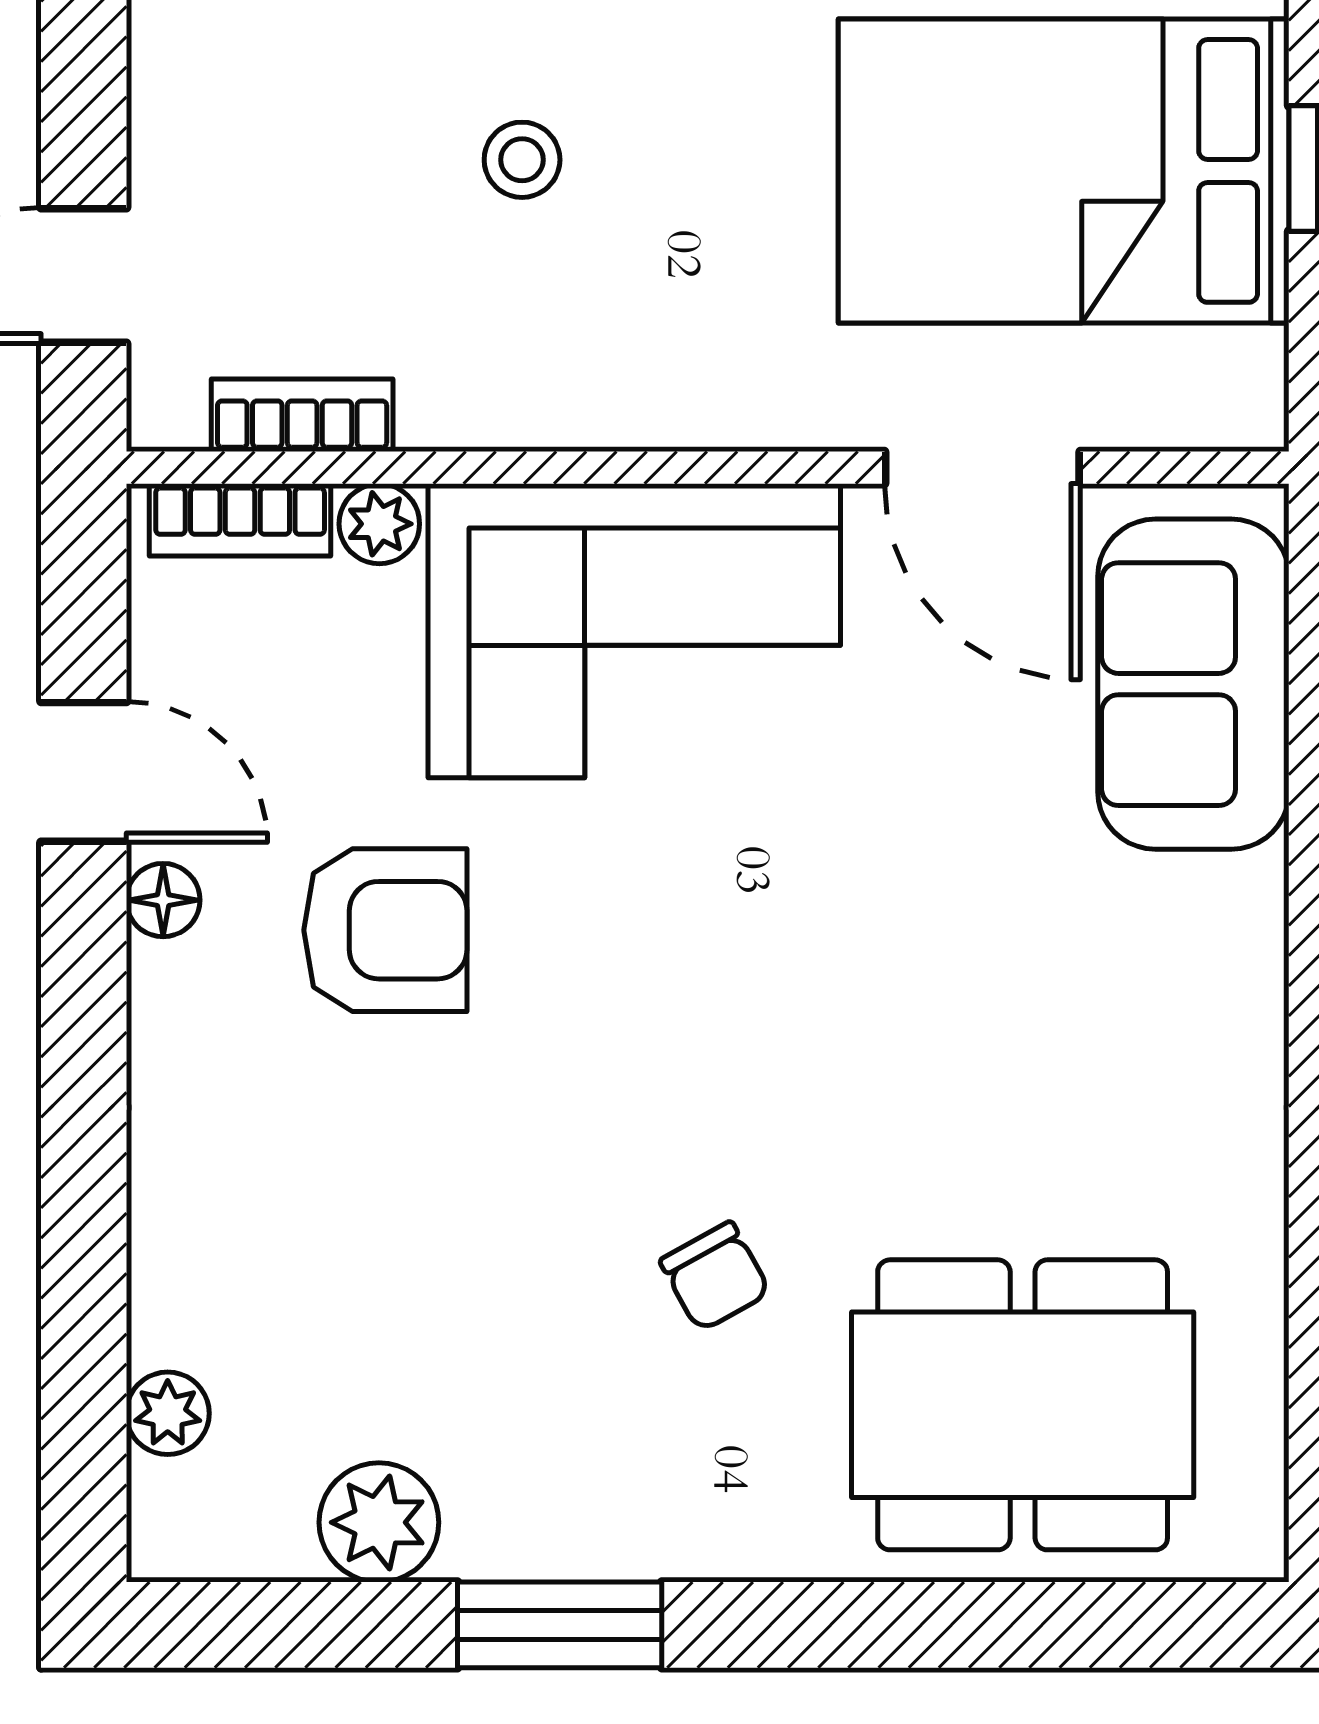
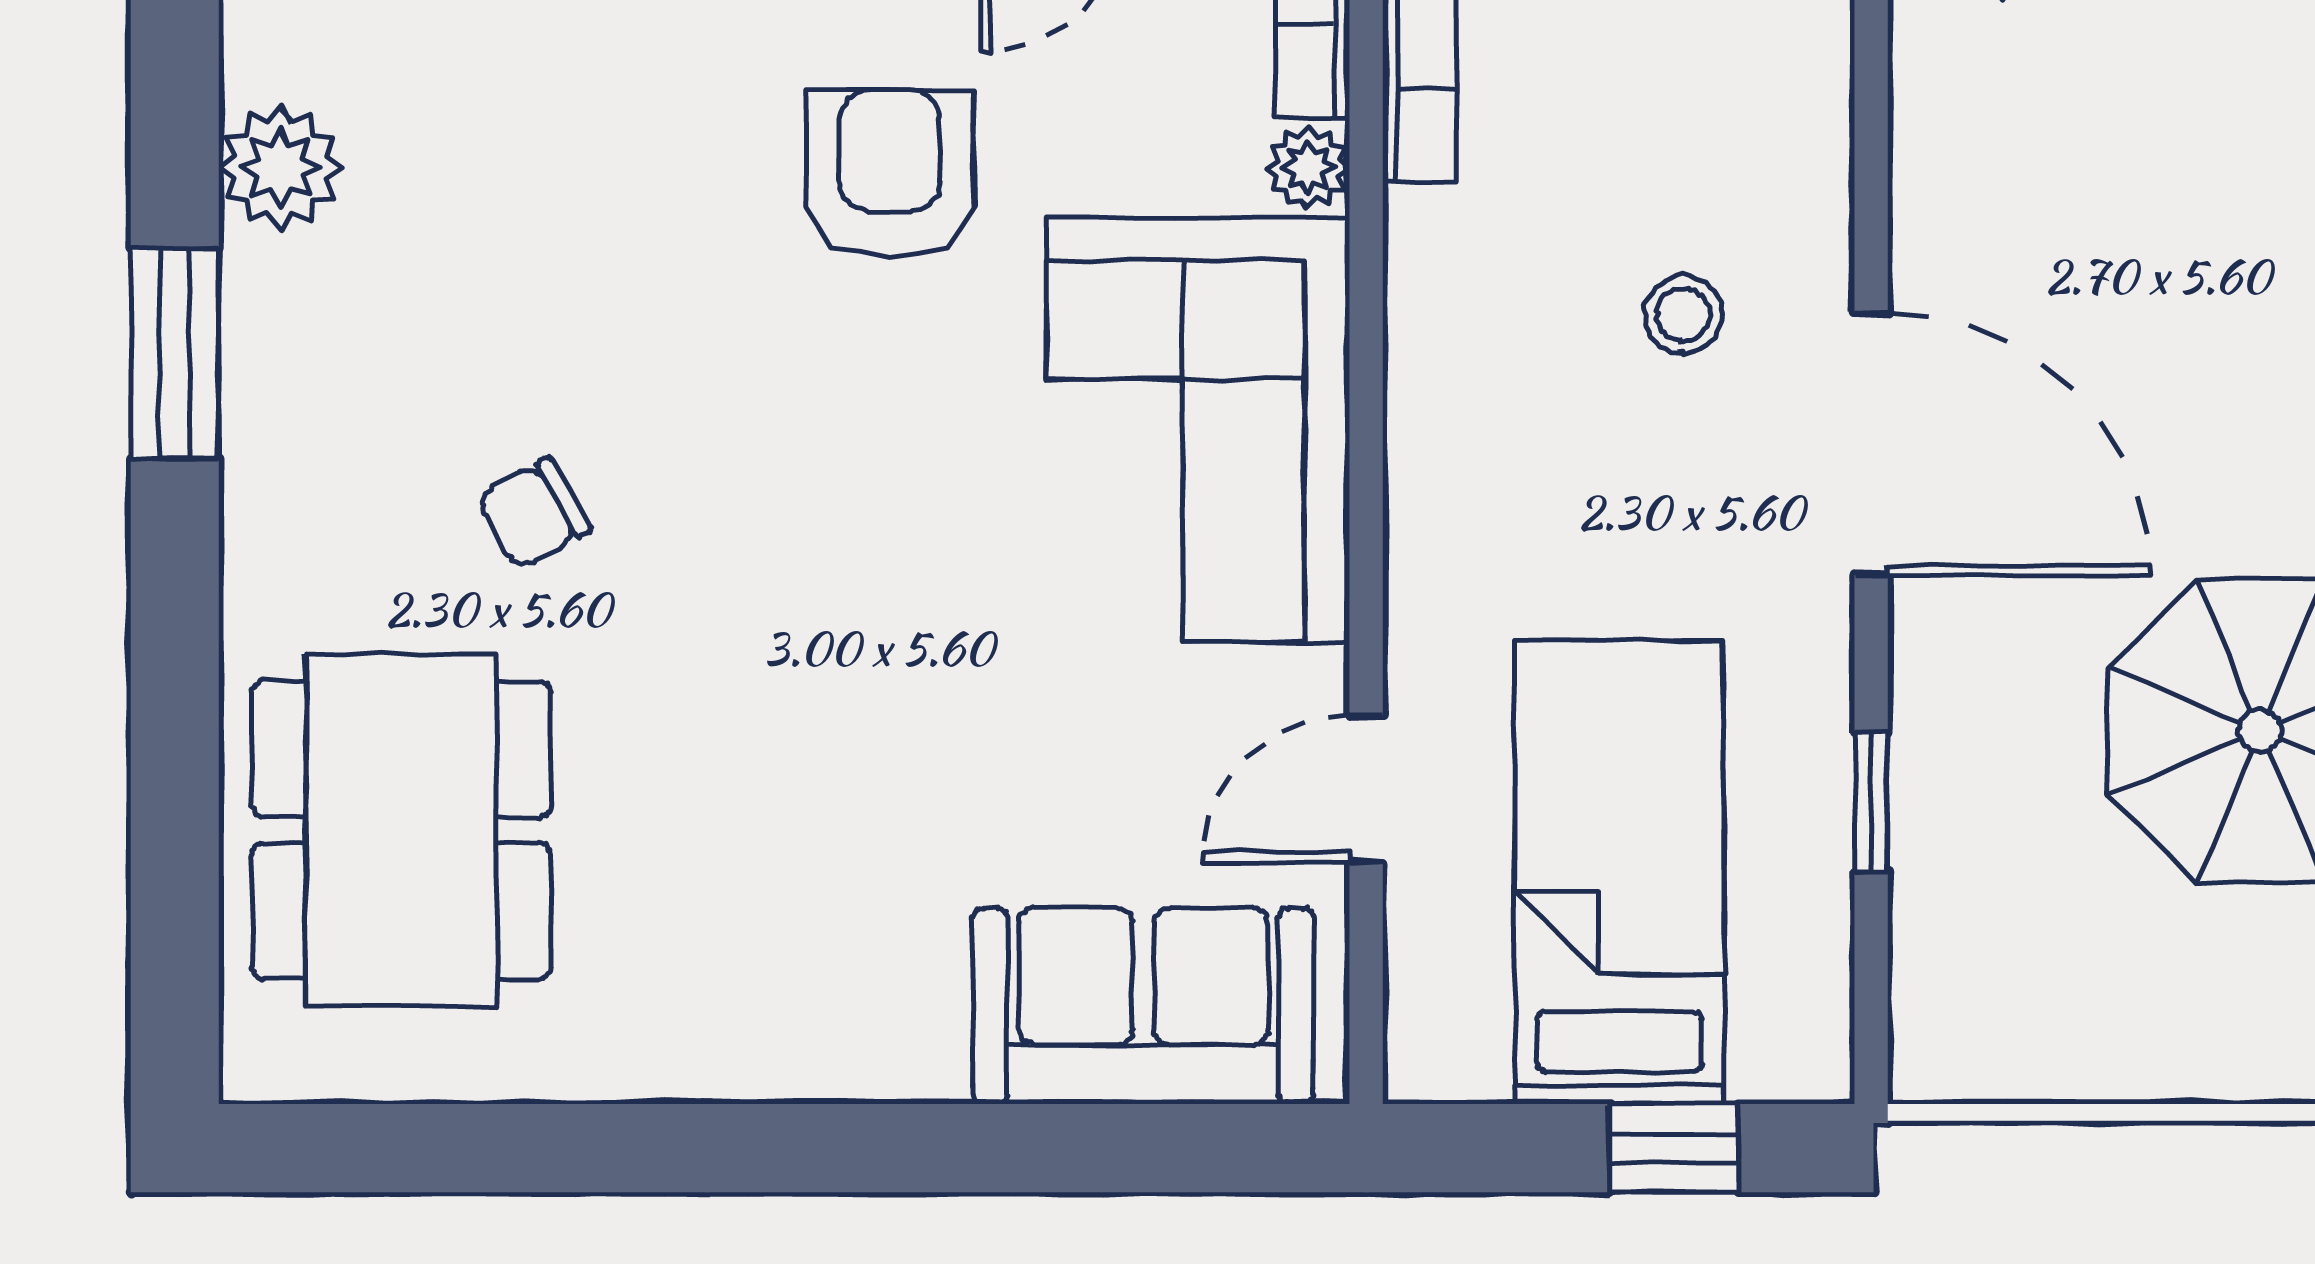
bed: (1064, 171) -> (1619, 872), width x0.67
door: (982, 468) -> (1366, 789), width x0.73
armchair: (385, 930) -> (890, 174), turned 180

